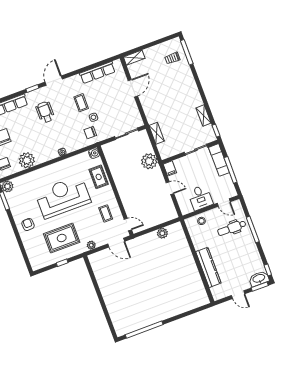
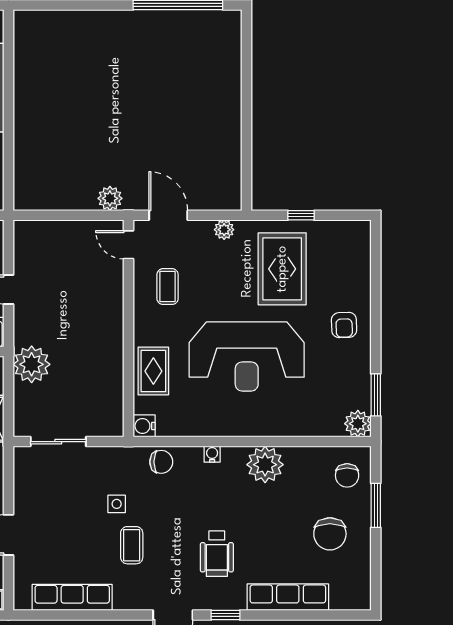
chair: (90, 133) -> (161, 462), moved
plant: (27, 160) -> (265, 465), moved
plant: (162, 233) -> (110, 198), moved
rug: (62, 238) -> (282, 269), turned 90

